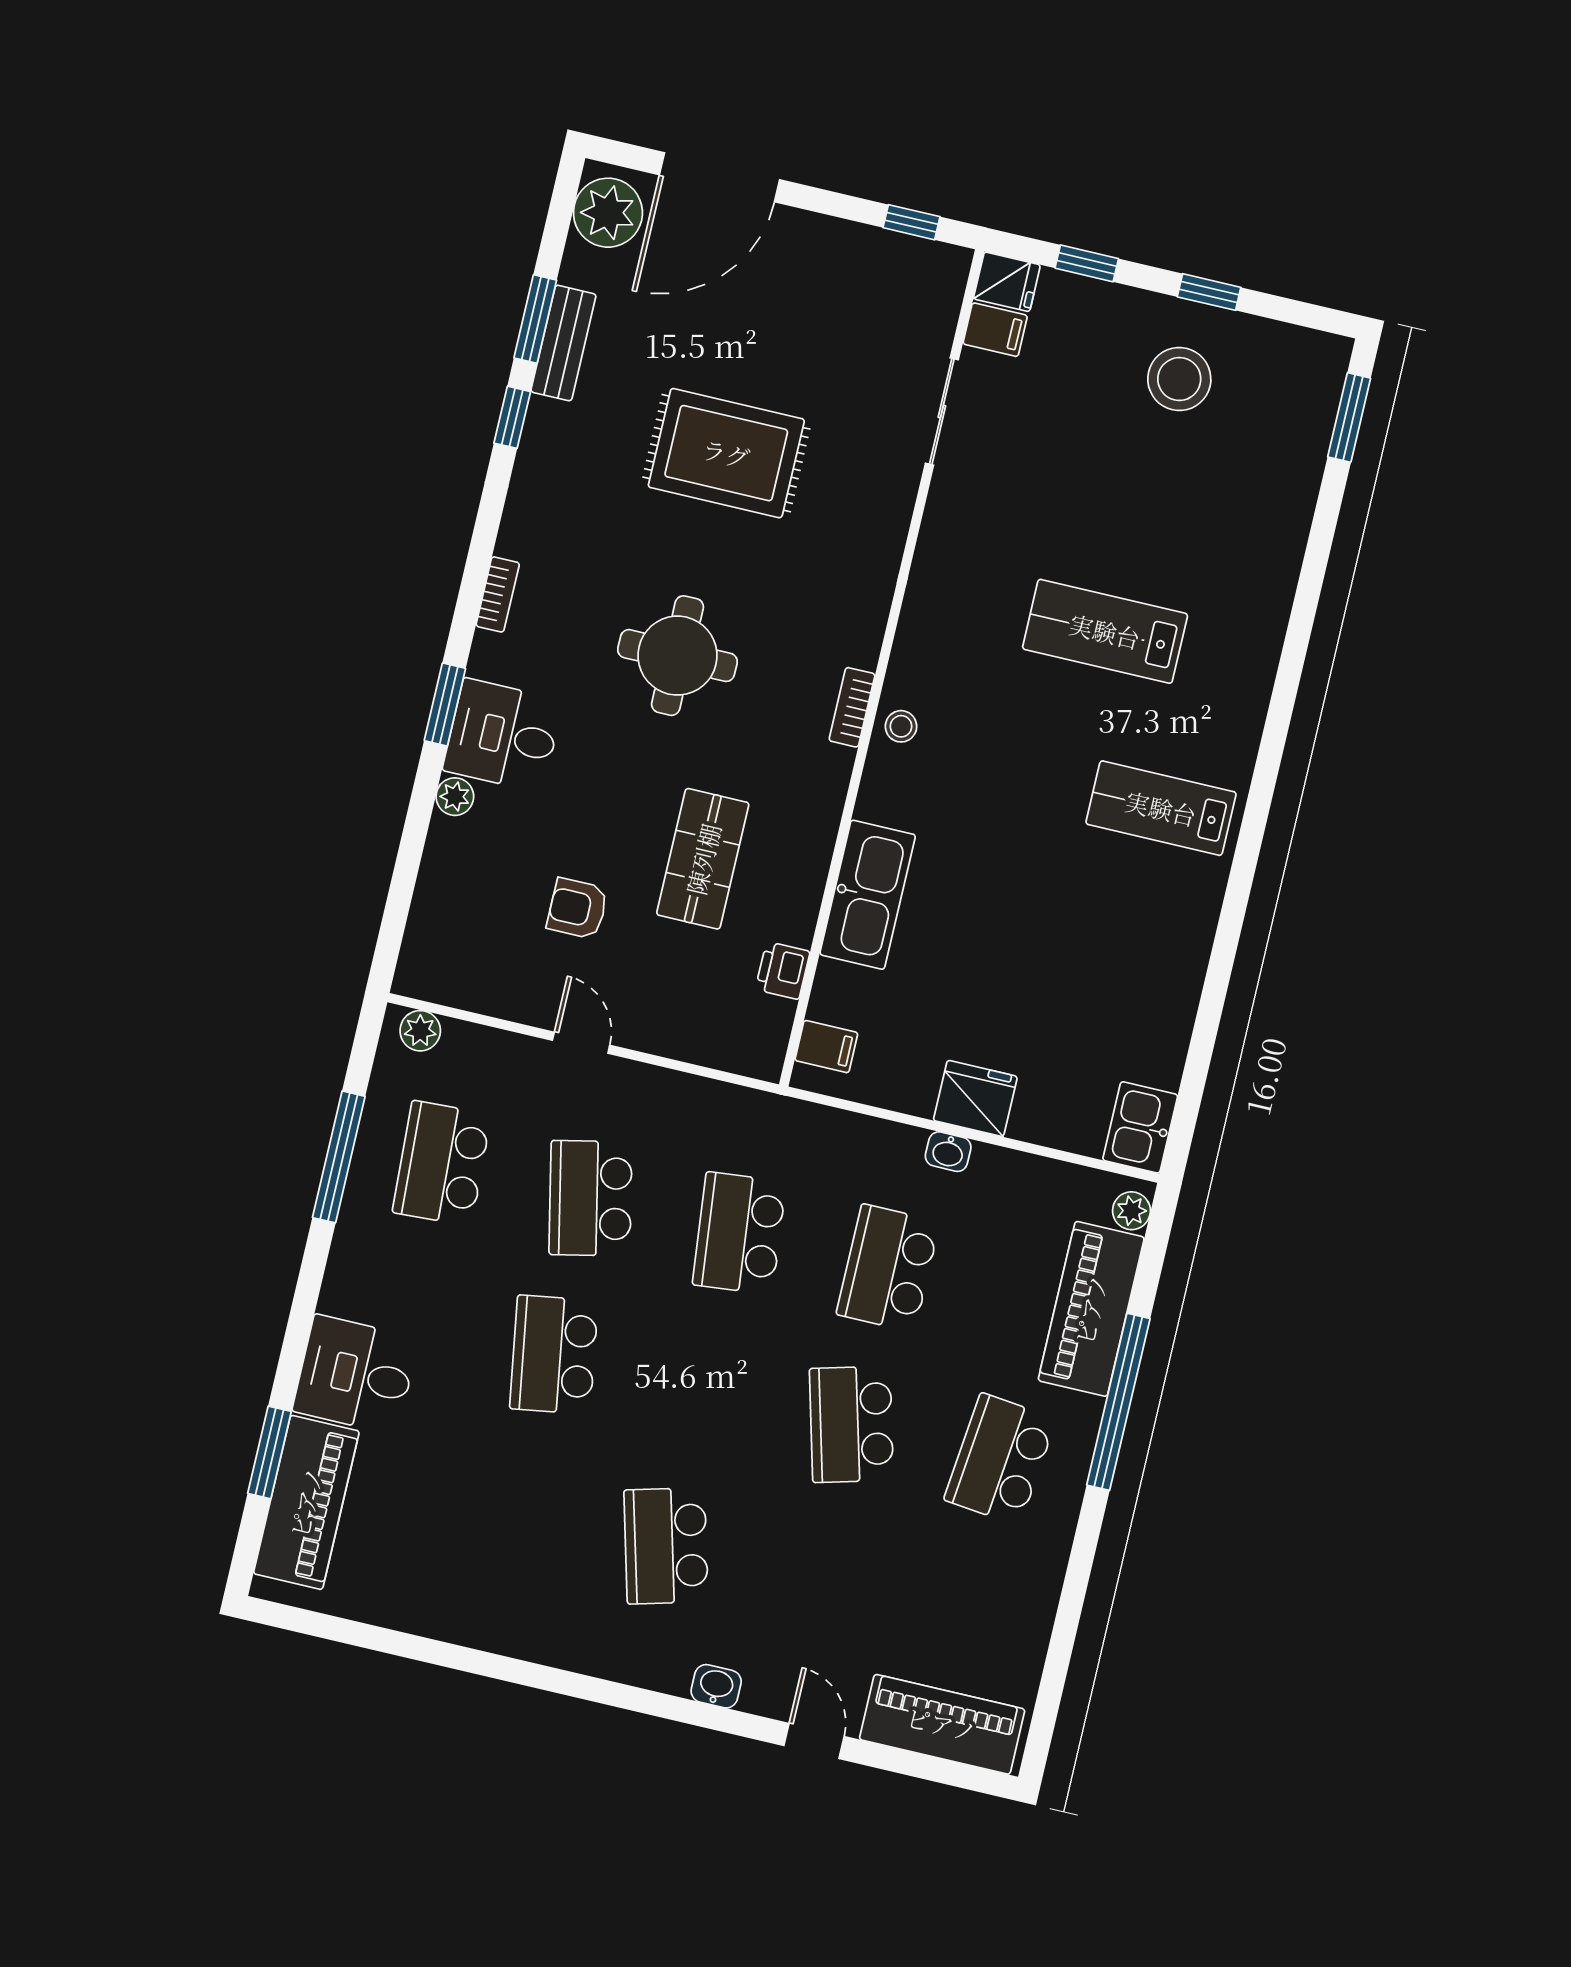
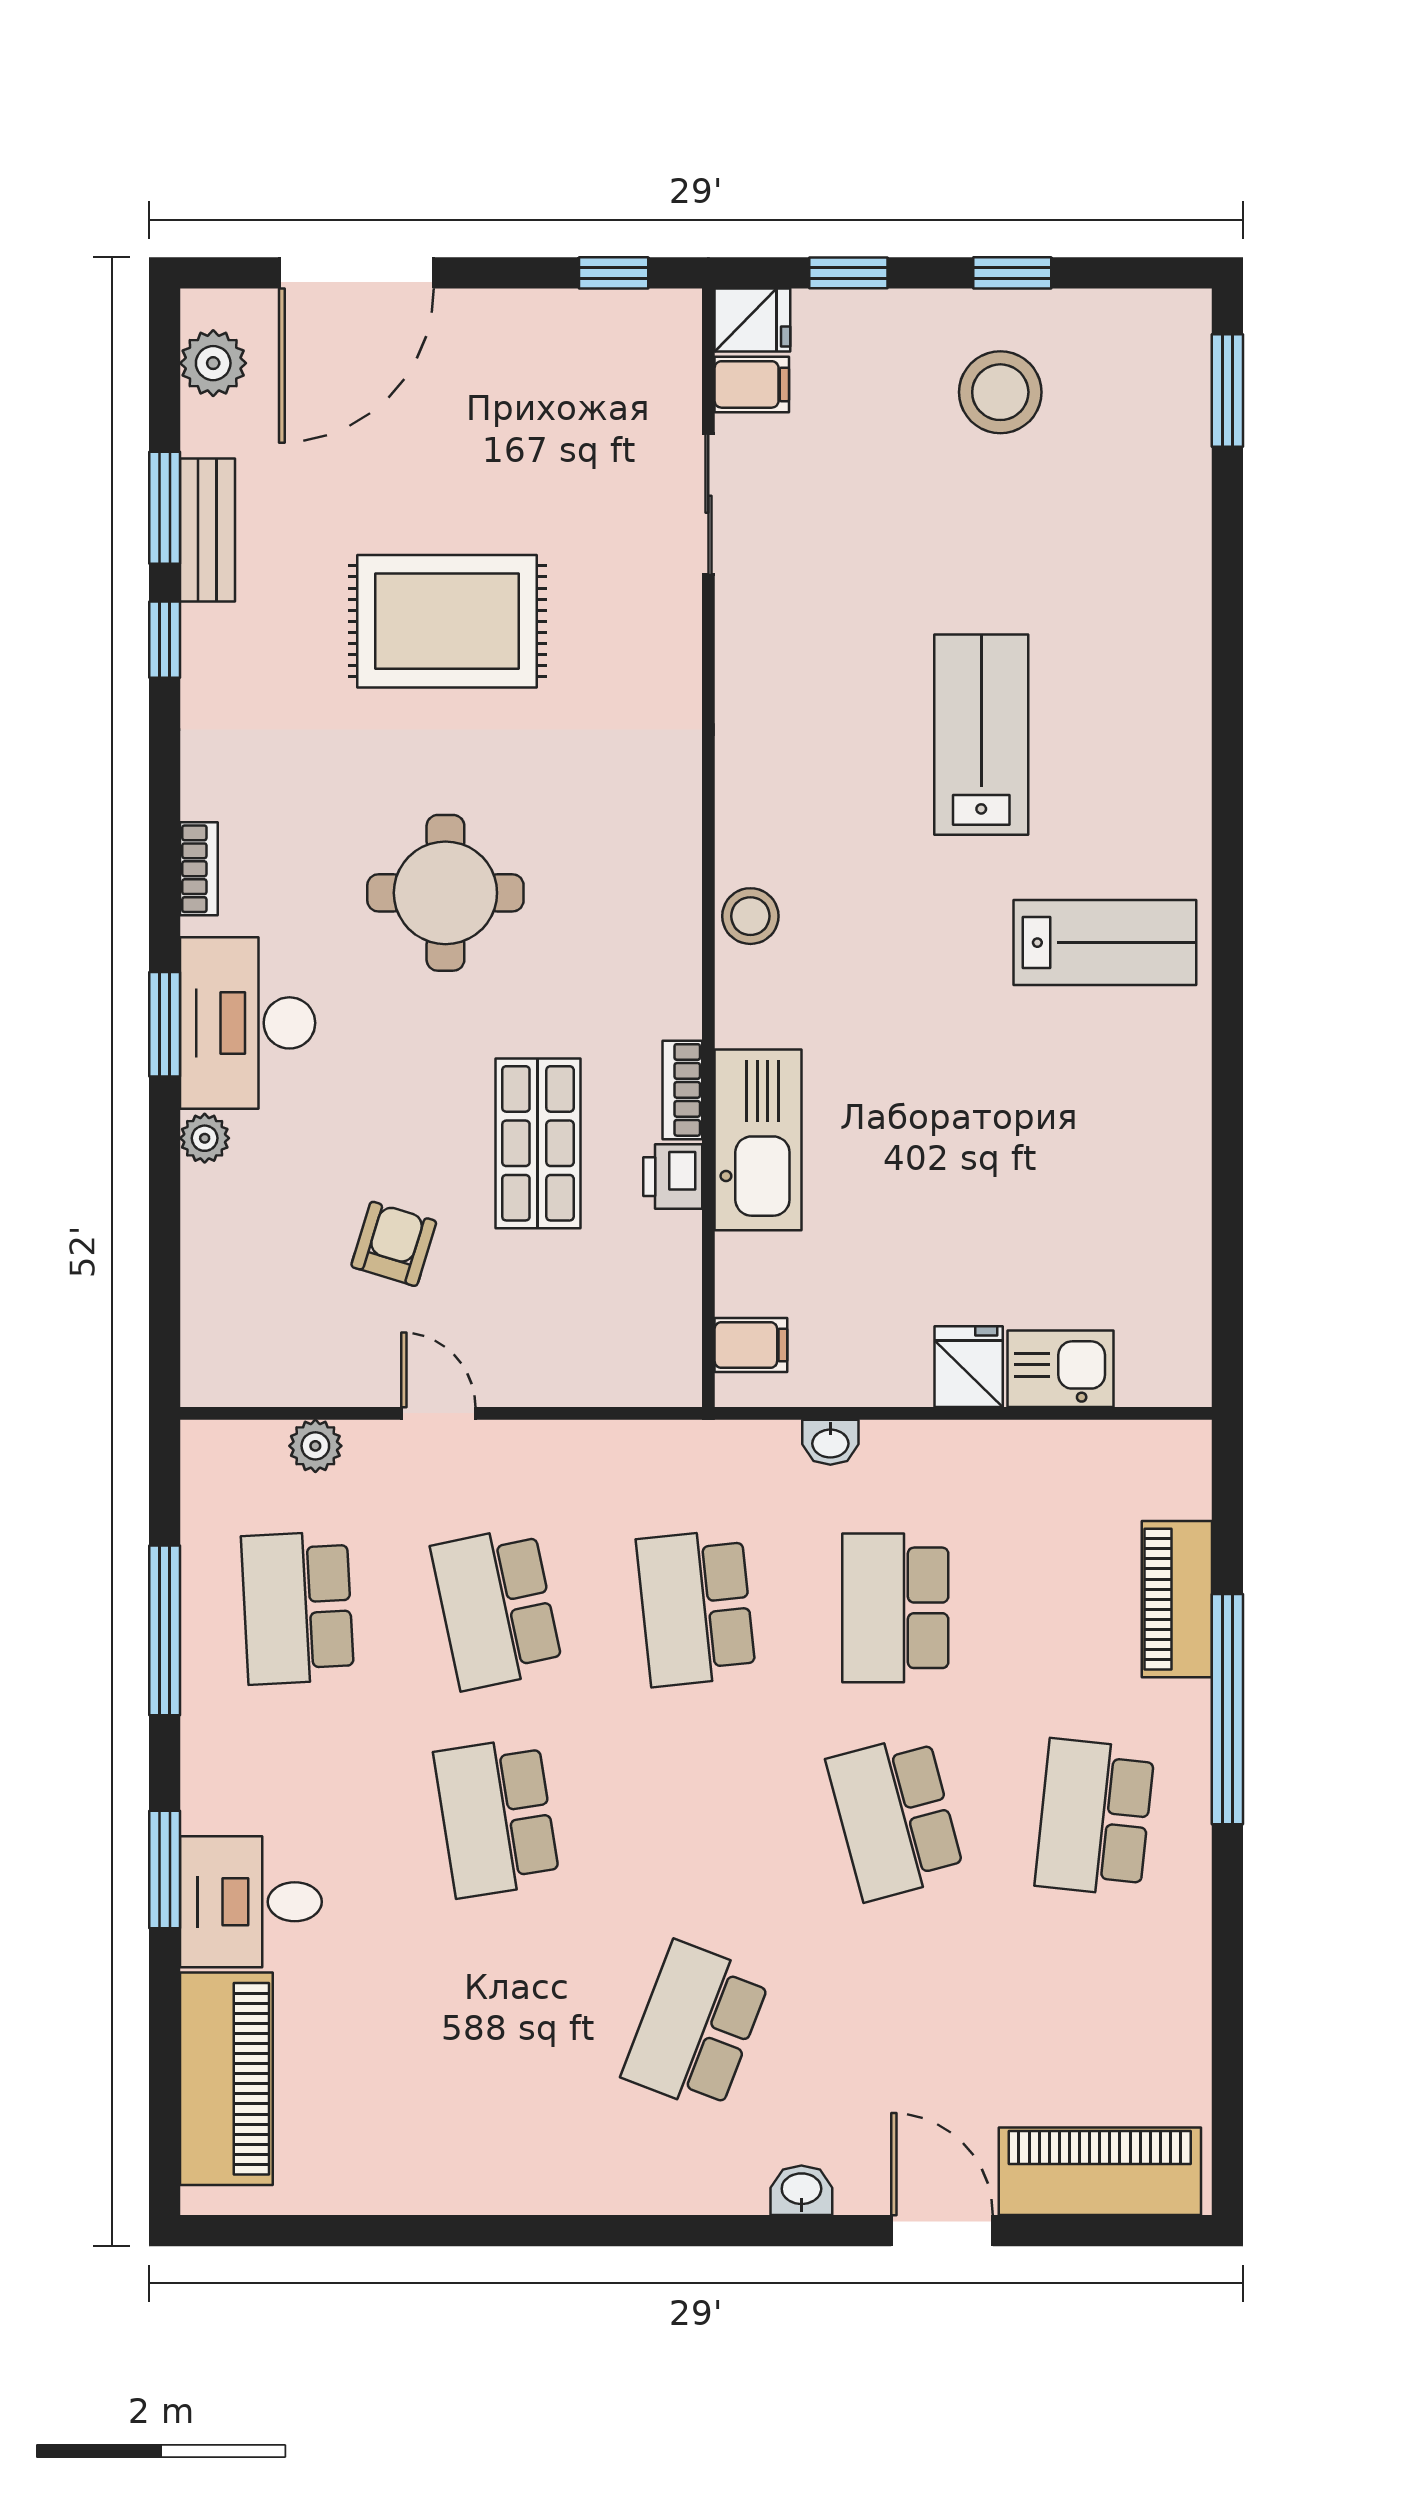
plant: (608, 213) -> (213, 363), width x0.73, depth x0.73
lab bench: (1105, 631) -> (981, 735), turned 90
bookcase: (852, 707) -> (682, 1090), moved
stool: (901, 726) -> (750, 916), width x1.37, depth x1.37
desk: (503, 735) -> (248, 1023), width x1.37
lab bench: (1161, 808) -> (1105, 943), turned 180
armchair: (577, 909) -> (394, 1244), turned 107
printer: (783, 970) -> (673, 1177), moved
plant: (420, 1031) -> (315, 1446), moved
fridge: (975, 1098) -> (969, 1367), width x0.72
kitchen sink: (1140, 1127) -> (1060, 1369), moved, turned 90
washbasin: (948, 1152) -> (830, 1442), moved
plant: (1131, 1211) -> (1187, 1463), removed
piano: (1091, 1309) -> (1177, 1599), width x0.73, depth x0.75
window: (269, 1452) -> (165, 1870), moved
school desk: (666, 1546) -> (696, 2027), turned 36
door: (814, 1741) -> (942, 2231), width x1.38

